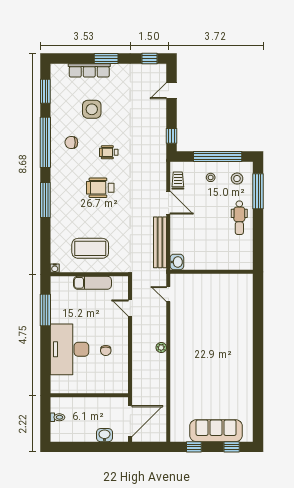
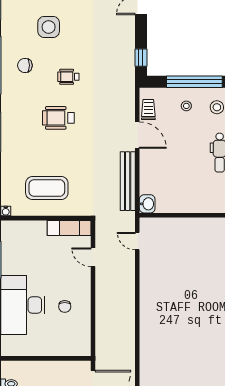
exam couch: (93, 283) -> (69, 228), moved
plant: (161, 348) -> (129, 303), removed

